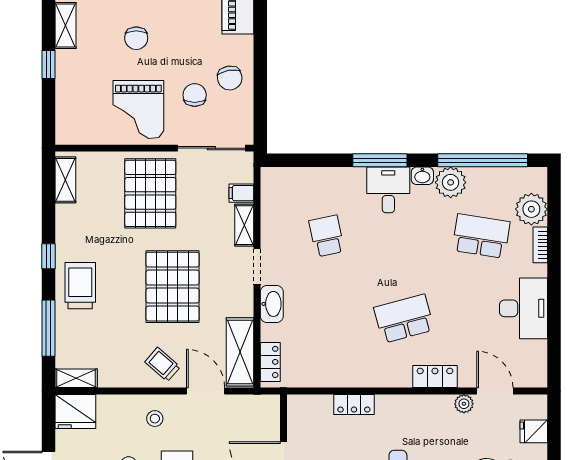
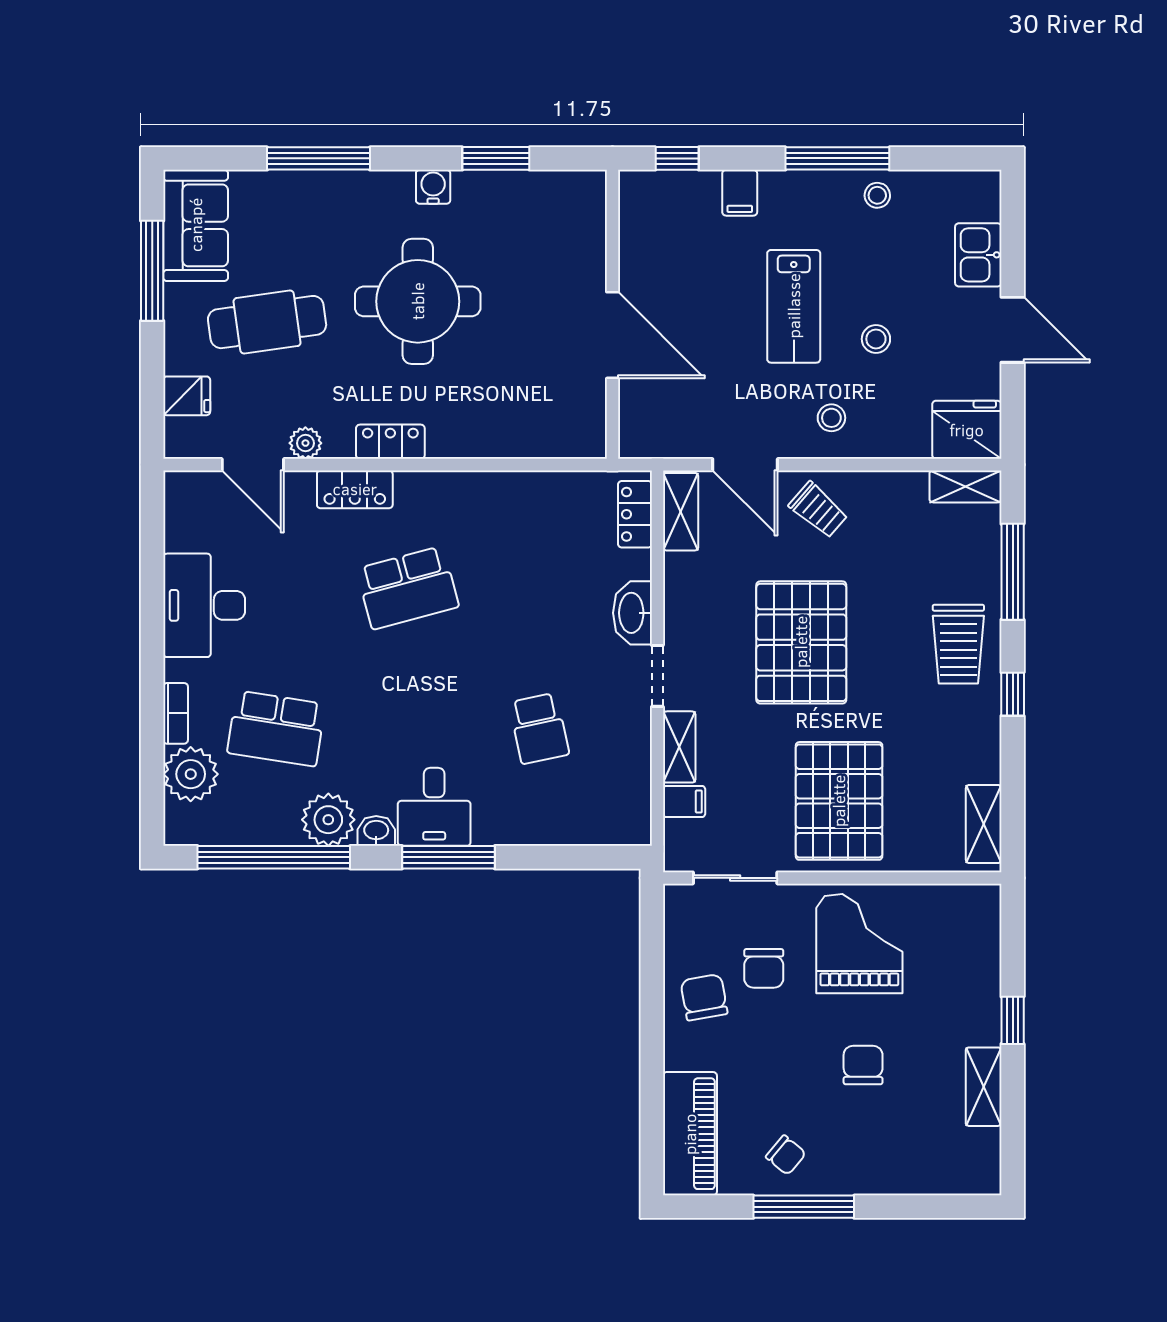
sliding door: (211, 148) -> (735, 878), width x0.73
shelving: (240, 352) -> (681, 512), width x0.67, depth x0.75
locker: (354, 405) -> (390, 442), moved

